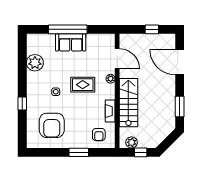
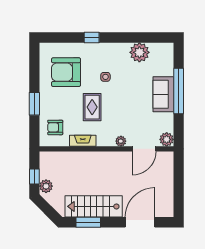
window: (152, 29) -> (179, 190), removed
plant: (109, 40) -> (167, 139), added
rug: (83, 85) -> (92, 107), moved
stairs: (128, 103) -> (94, 206), moved, turned 180
plant: (132, 142) -> (46, 186), moved

